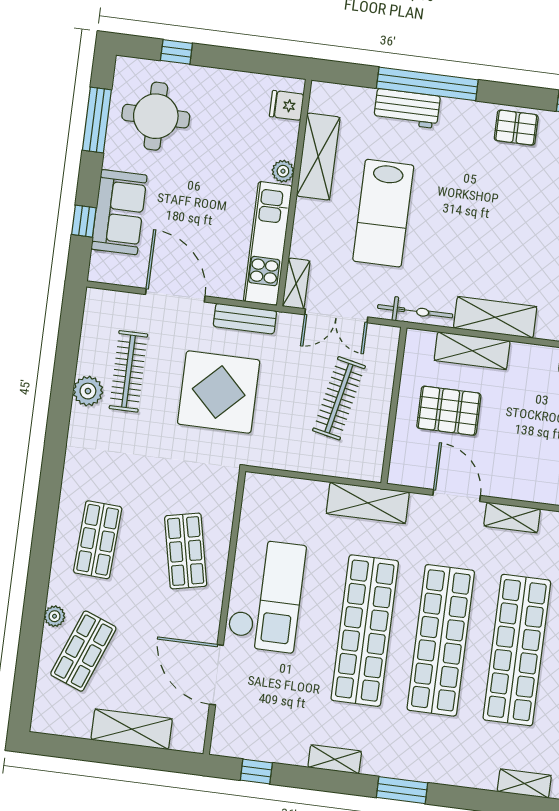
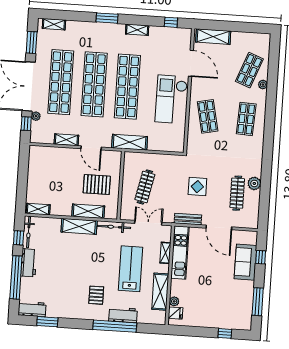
round table: (156, 116) -> (232, 305), removed
pallet: (516, 128) -> (96, 295), moved, turned 90
plant: (283, 171) -> (174, 301), moved
shelving: (296, 283) -> (165, 253), moved
display table: (219, 392) -> (197, 187), width x0.54, depth x0.54
shelving: (132, 729) -> (213, 37), moved

